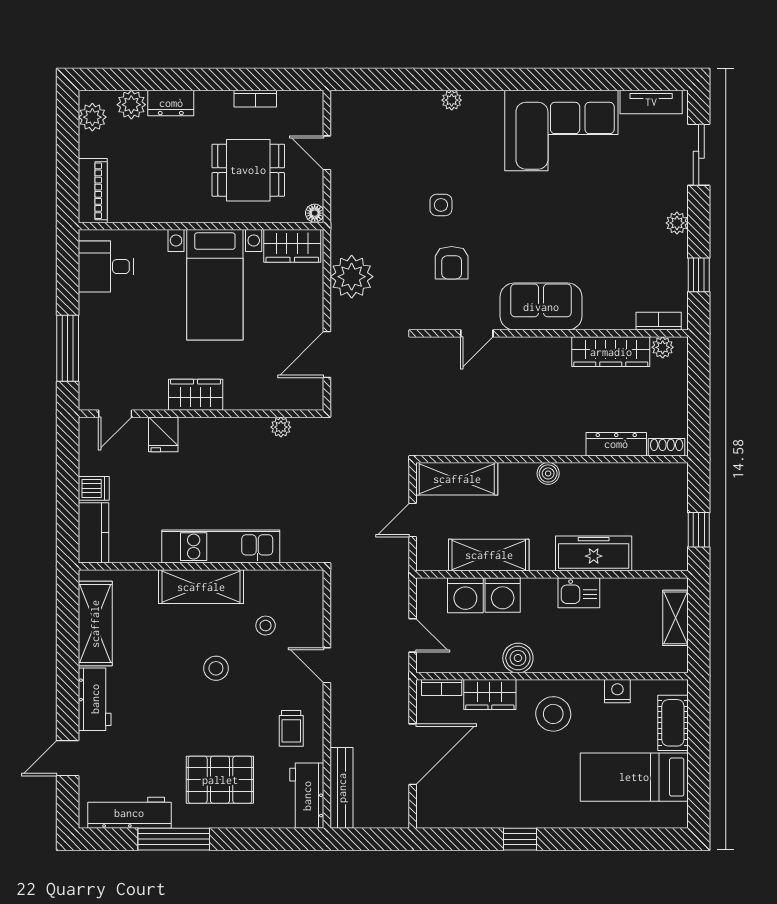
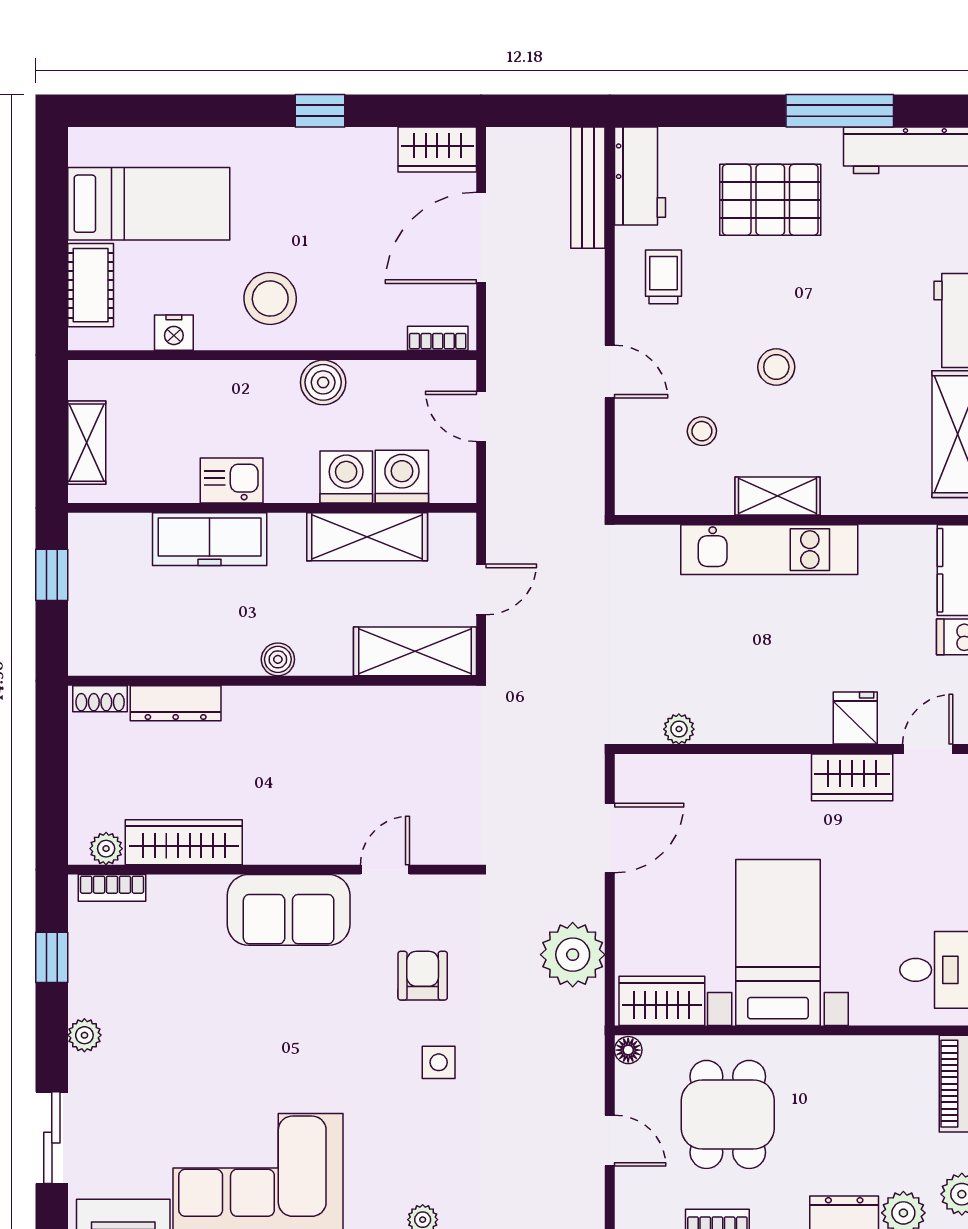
dining table: (248, 170) -> (728, 1114), turned 90
wardrobe: (196, 395) -> (852, 777), moved
shelving: (201, 587) -> (778, 496), width x0.67, depth x0.75
wardrobe: (490, 695) -> (437, 149), moved, turned 180

